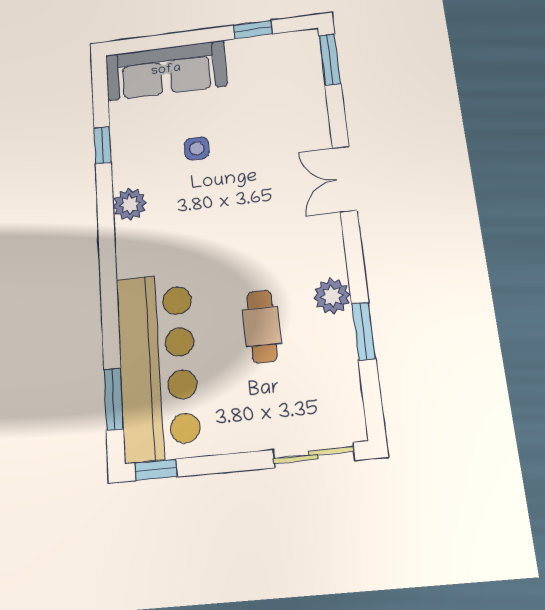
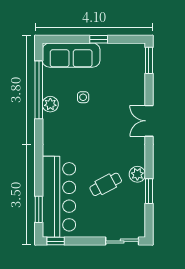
window: (253, 30) -> (99, 39), moved
window: (103, 145) -> (39, 90), width x3.17
plant: (130, 204) -> (50, 104), moved
cafe table: (262, 326) -> (106, 184), turned 62

